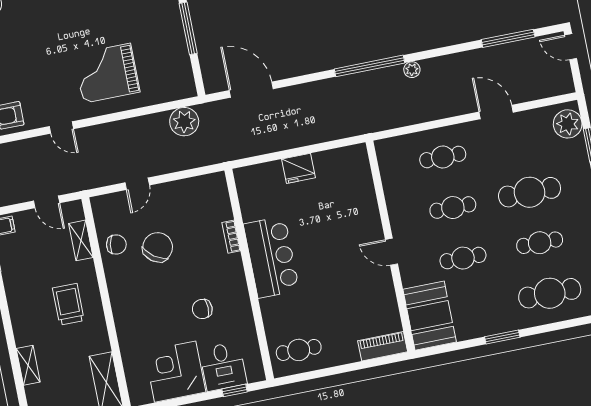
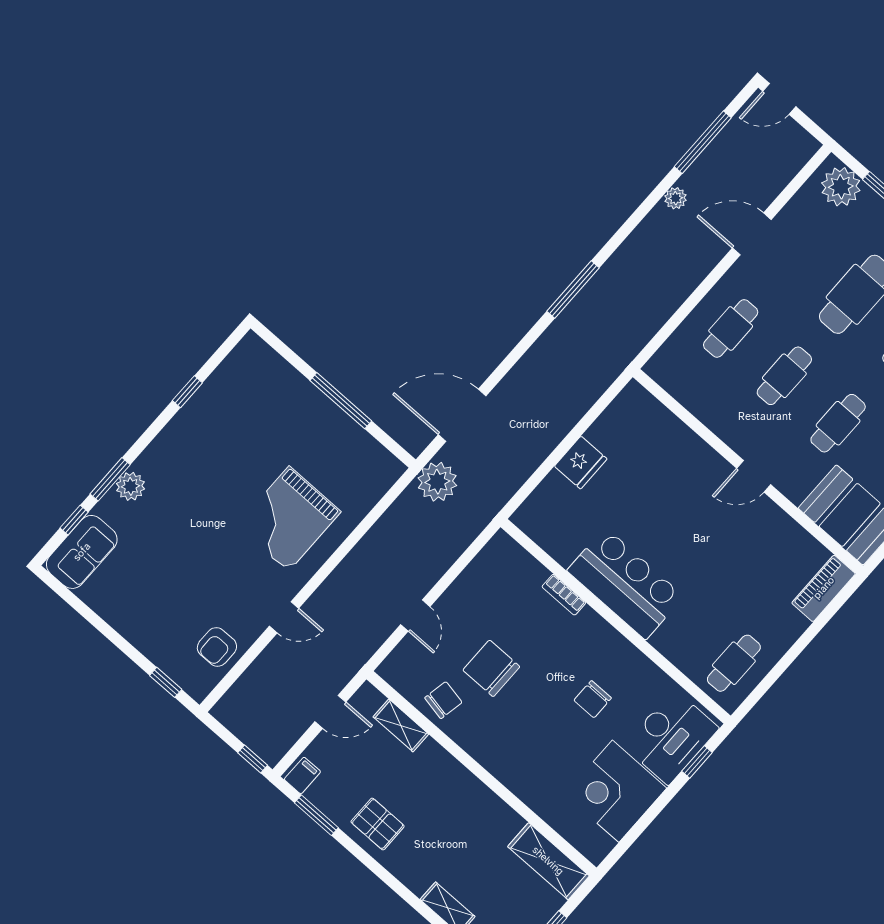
window: (370, 66) -> (573, 289), width x0.68
plant: (412, 70) -> (676, 198), moved
plant: (184, 122) -> (437, 482), moved
chair: (158, 247) -> (491, 668), turned -36
pallet: (25, 287) -> (378, 824), added
trolley: (68, 304) -> (441, 807), removed
desk: (223, 366) -> (671, 737), width x1.37

